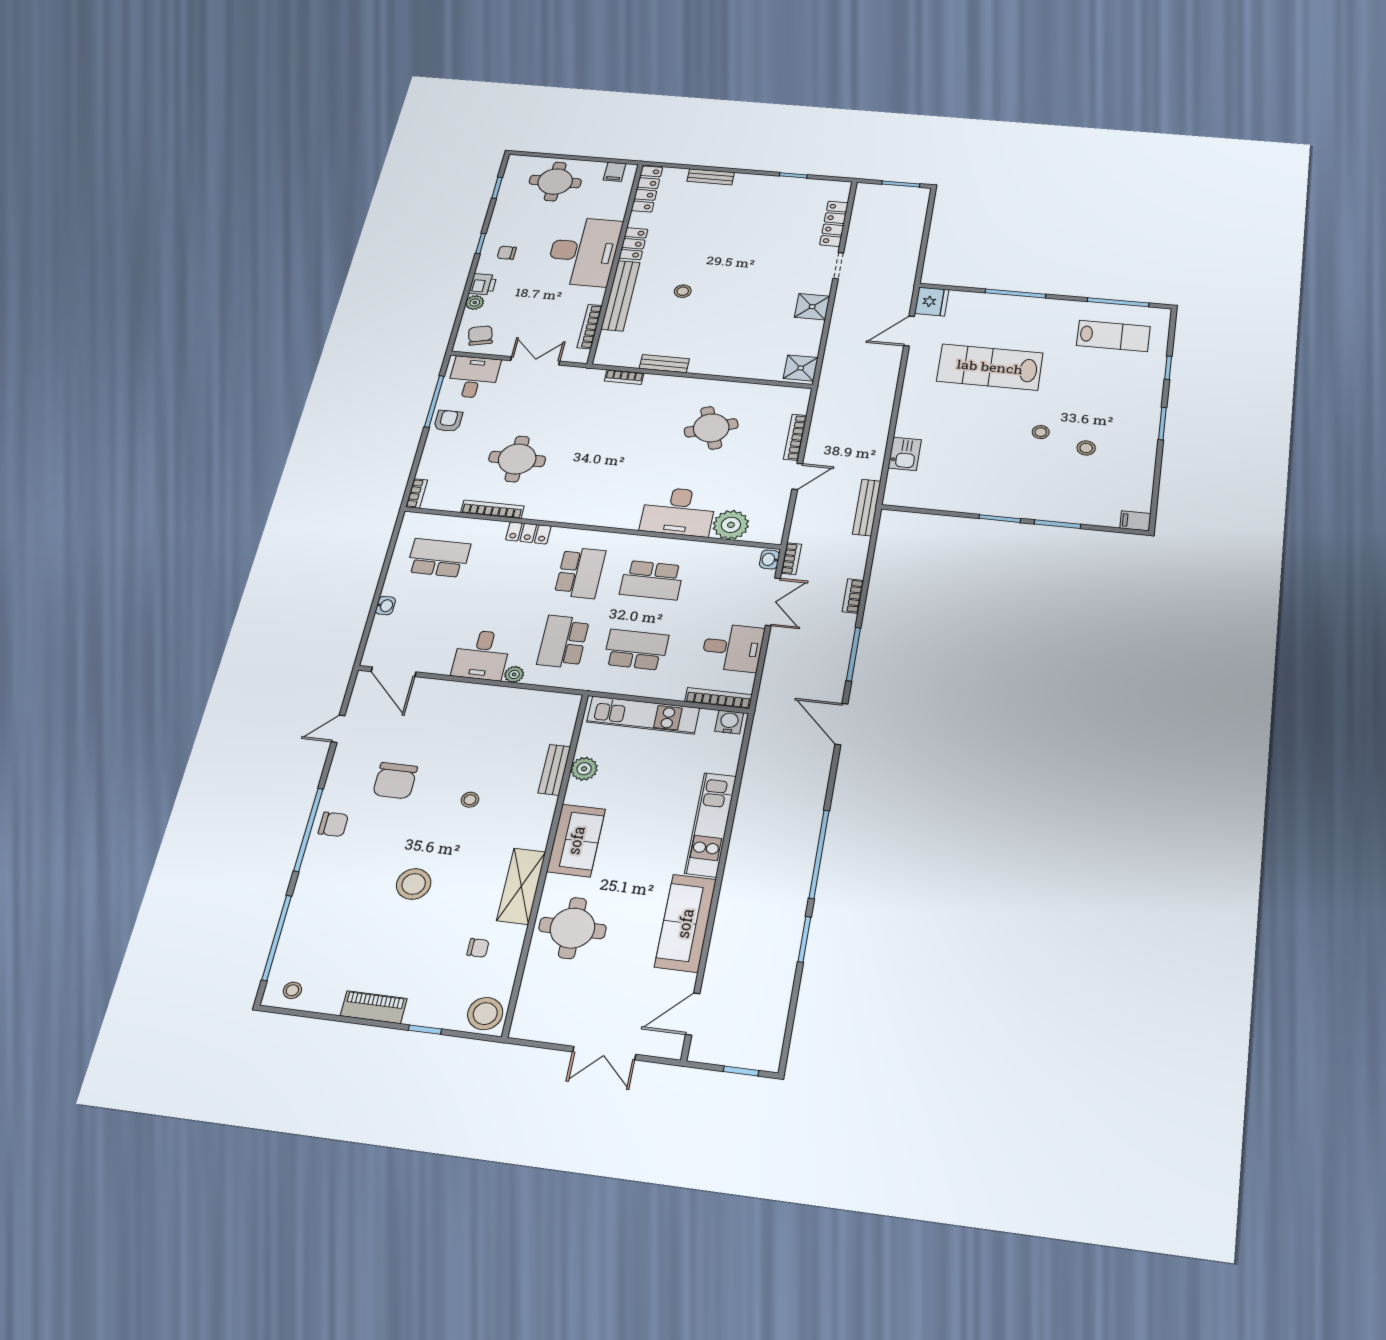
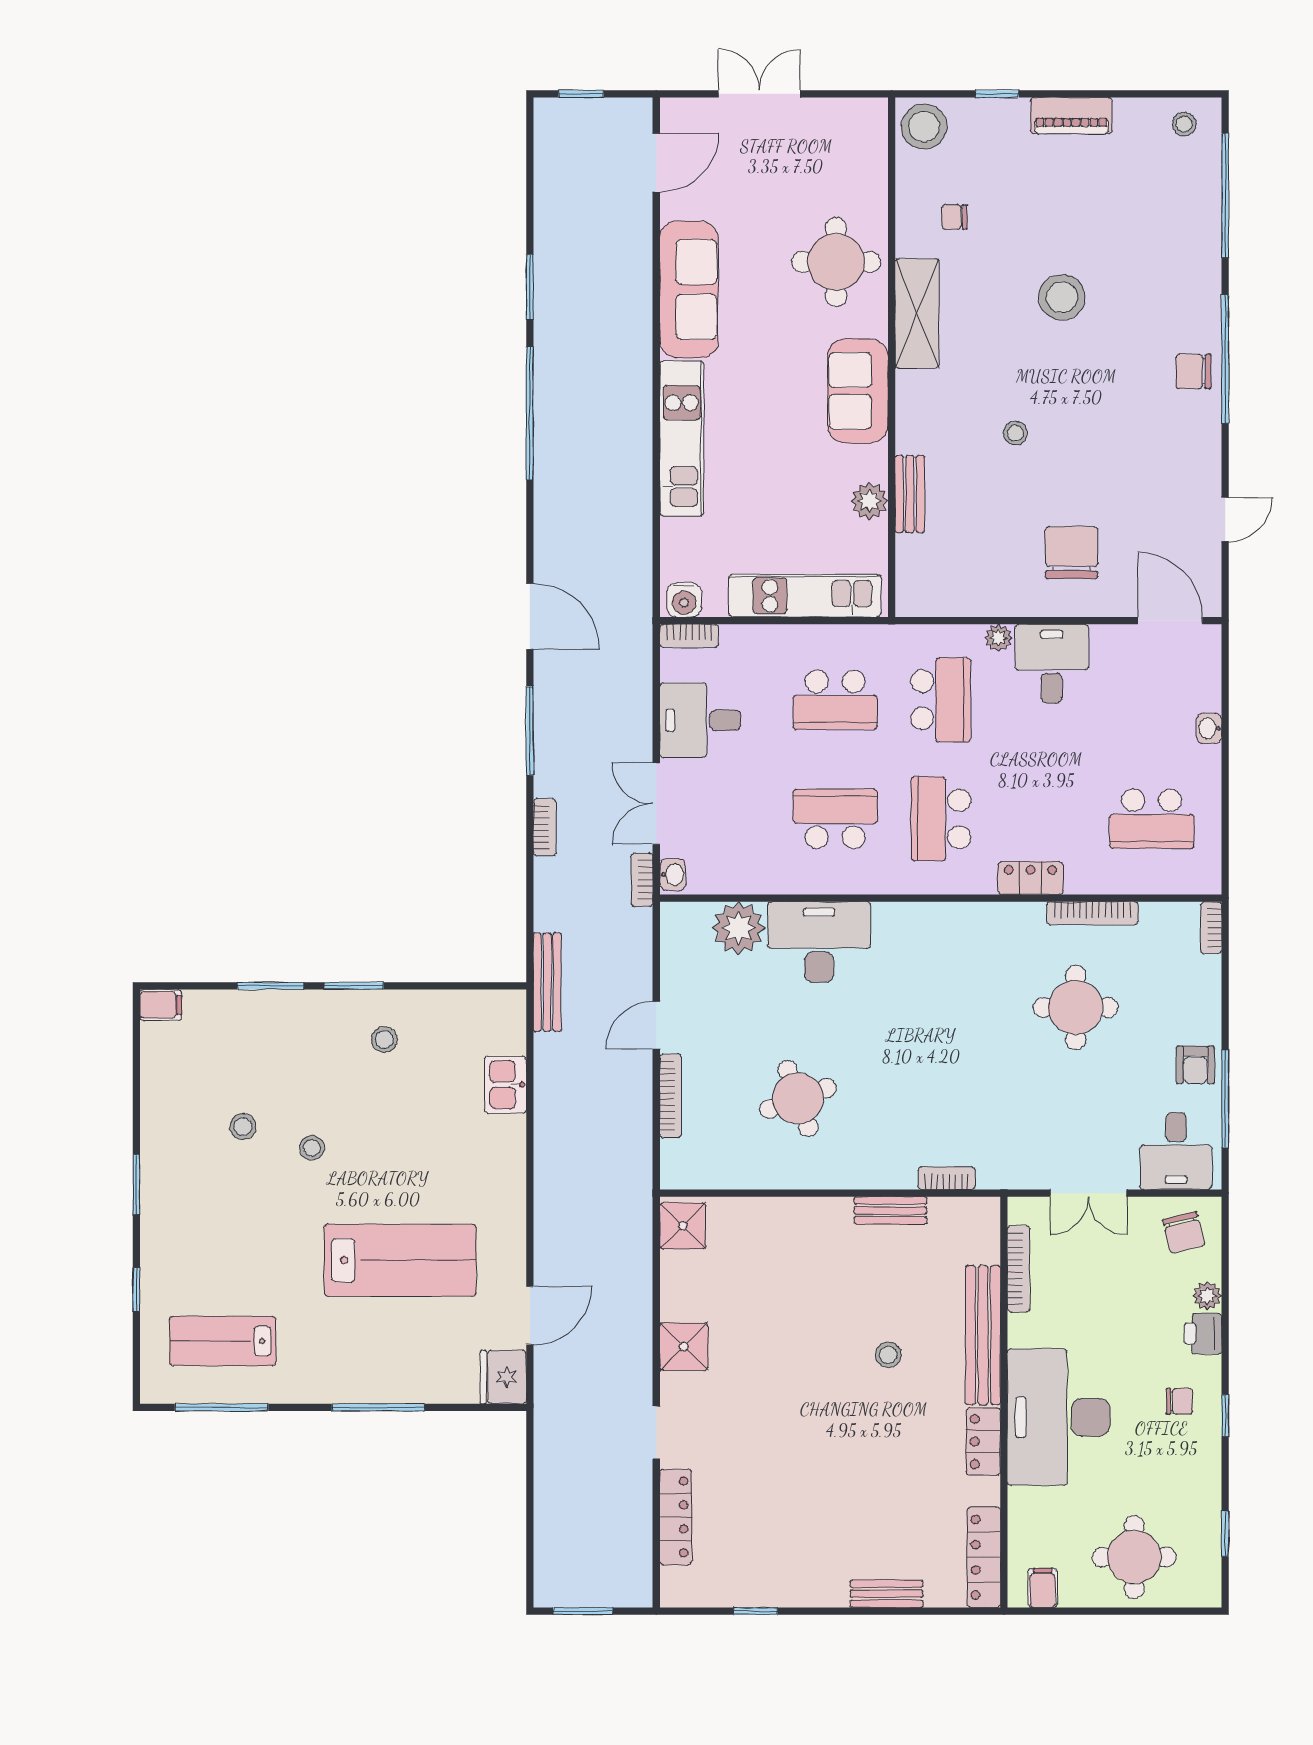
stool: (983, 486) -> (384, 1040), added
bookcase: (718, 698) -> (689, 636), width x0.64
chair: (395, 781) -> (1072, 553), moved

